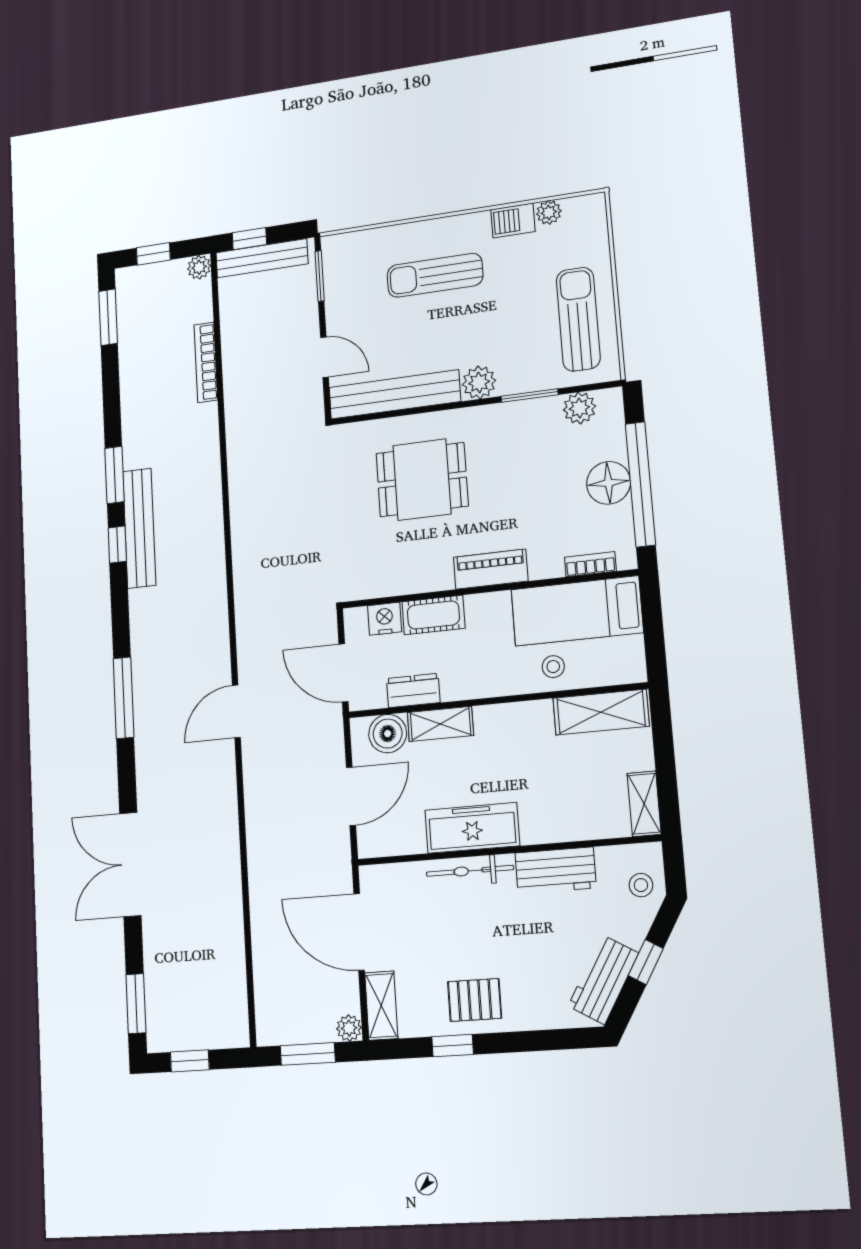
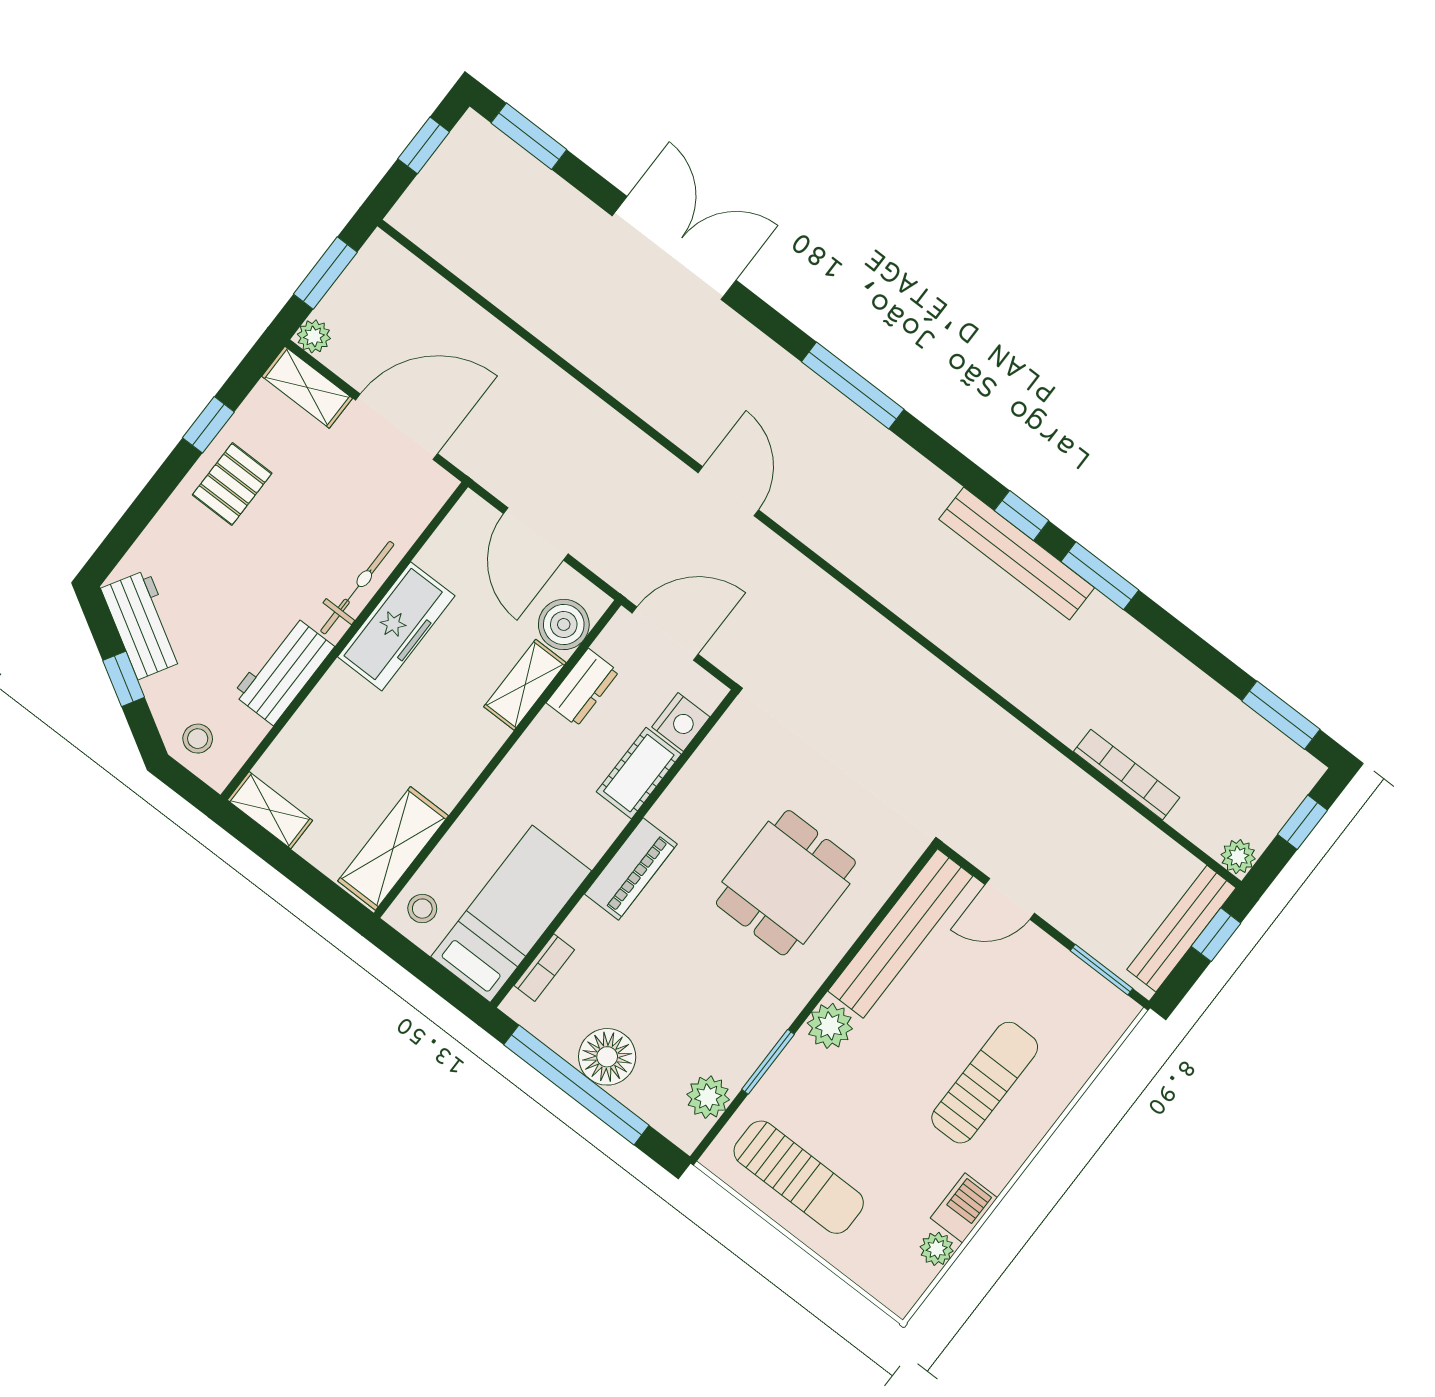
stool: (553, 667) -> (422, 909), moved

